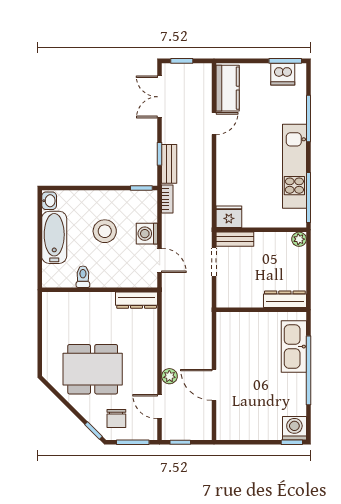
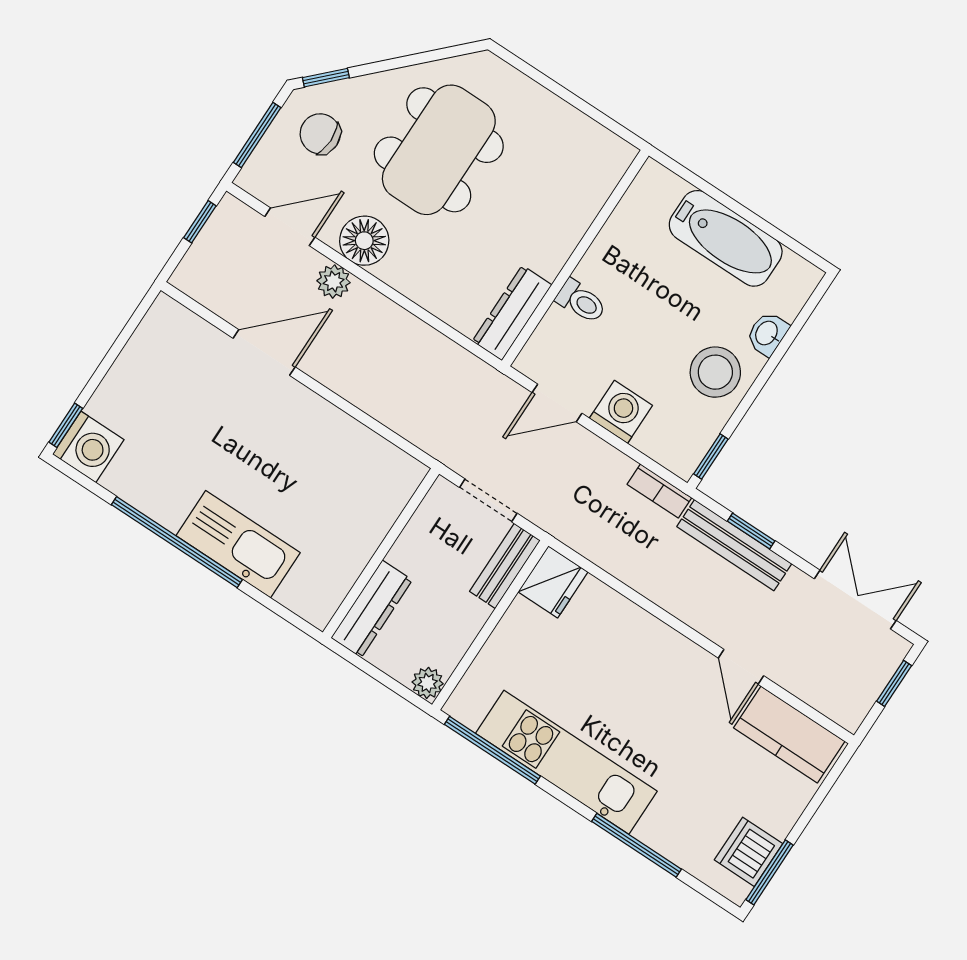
bench: (169, 164) -> (734, 545), width x1.36
washbasin: (49, 201) -> (767, 334), moved, turned 90
stool: (105, 231) -> (715, 372), moved
toilet: (83, 277) -> (581, 301), moved
dresser: (285, 299) -> (372, 609), moved
wall: (261, 310) -> (381, 553), moved
floor lamp: (146, 375) -> (364, 241), added

